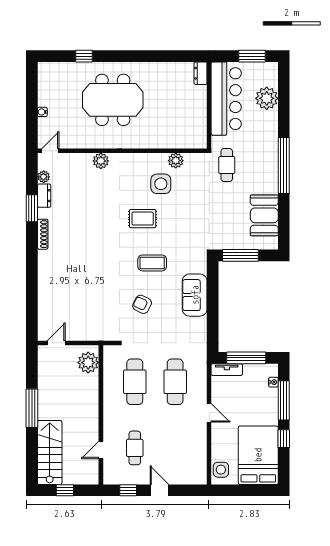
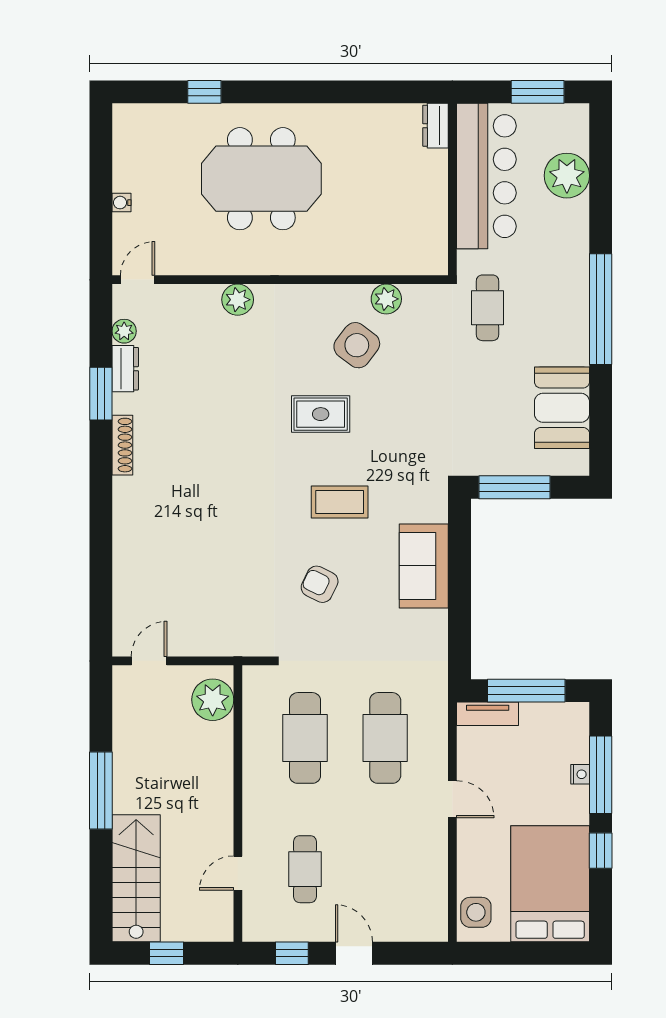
side table: (161, 184) -> (357, 345), turned 37
nightstand: (273, 382) -> (580, 774), moved

